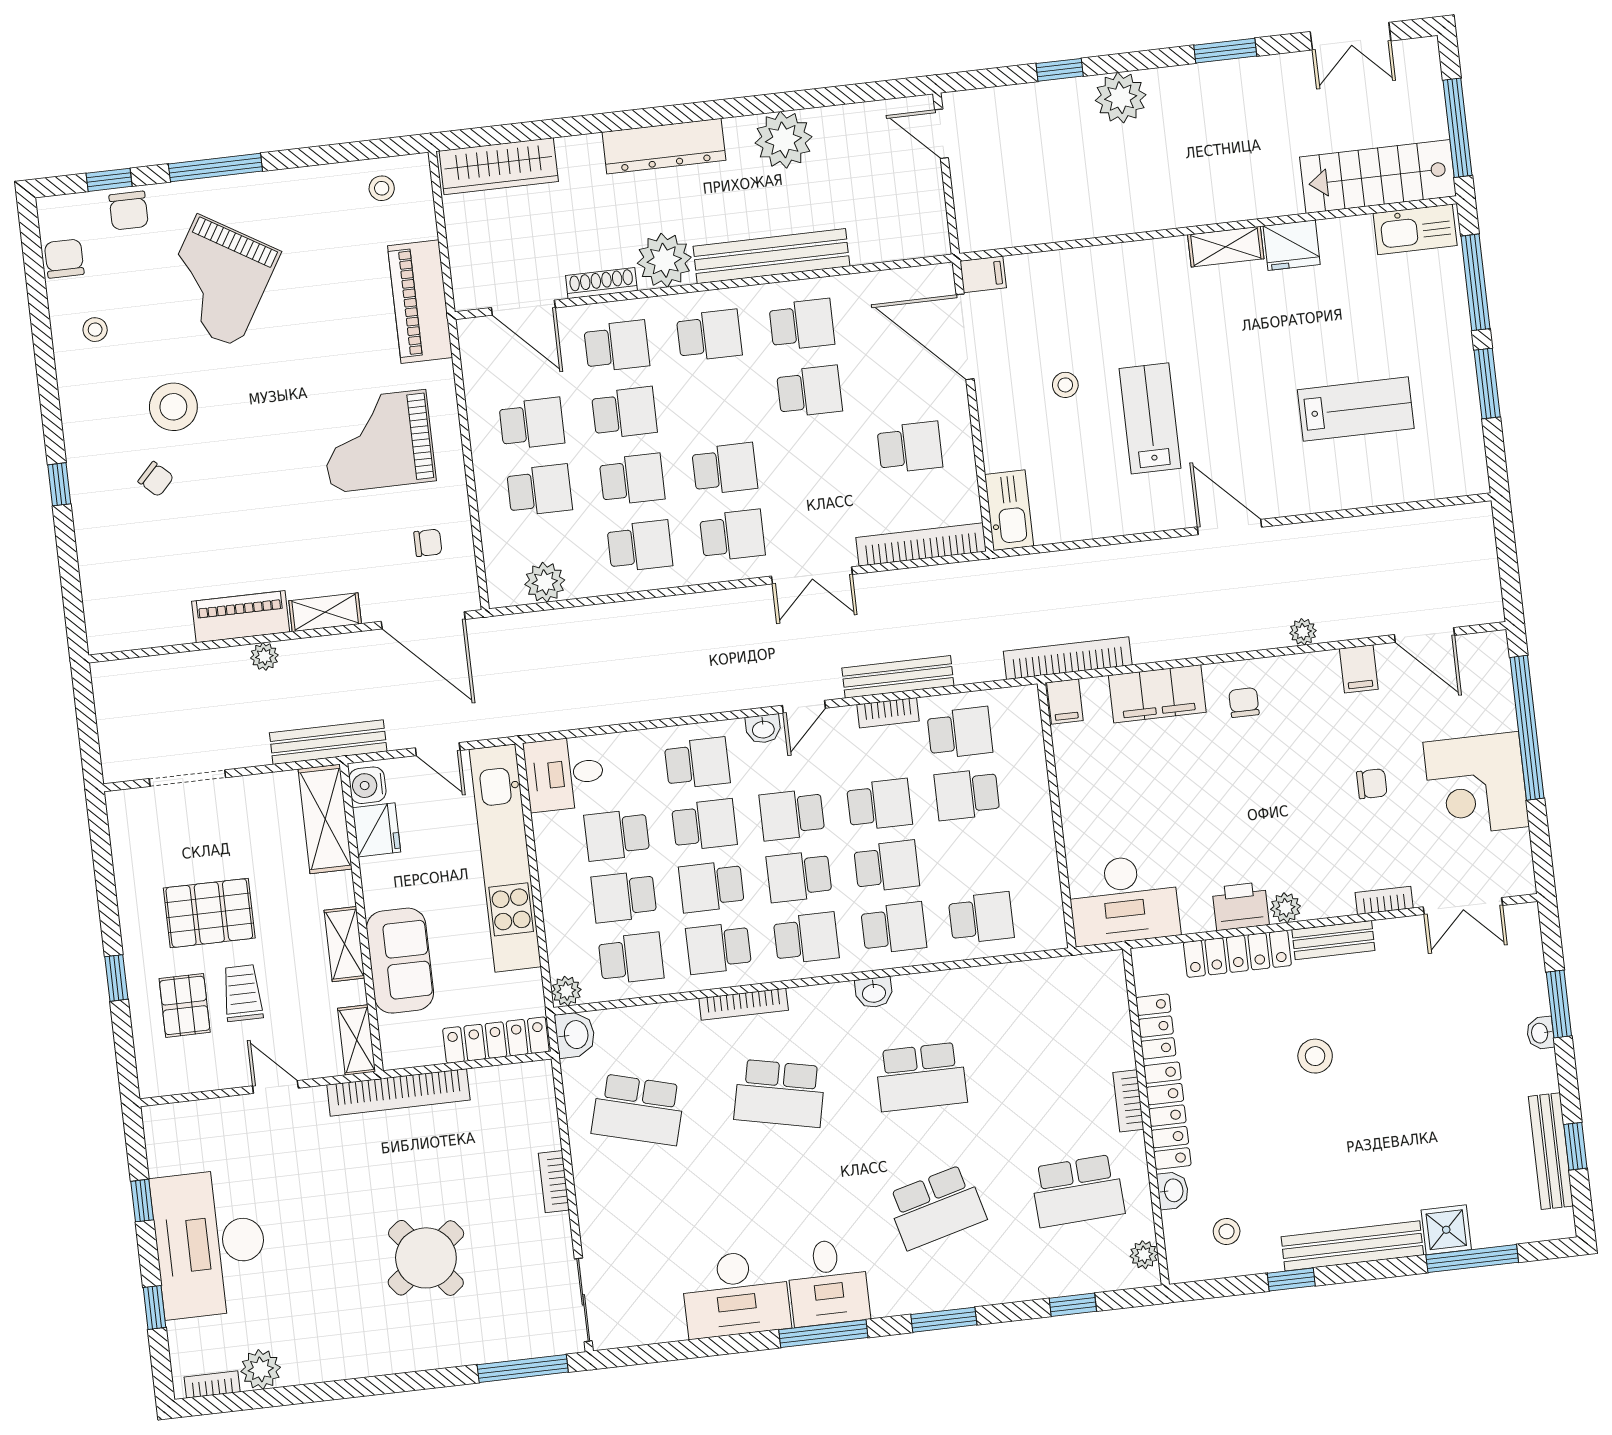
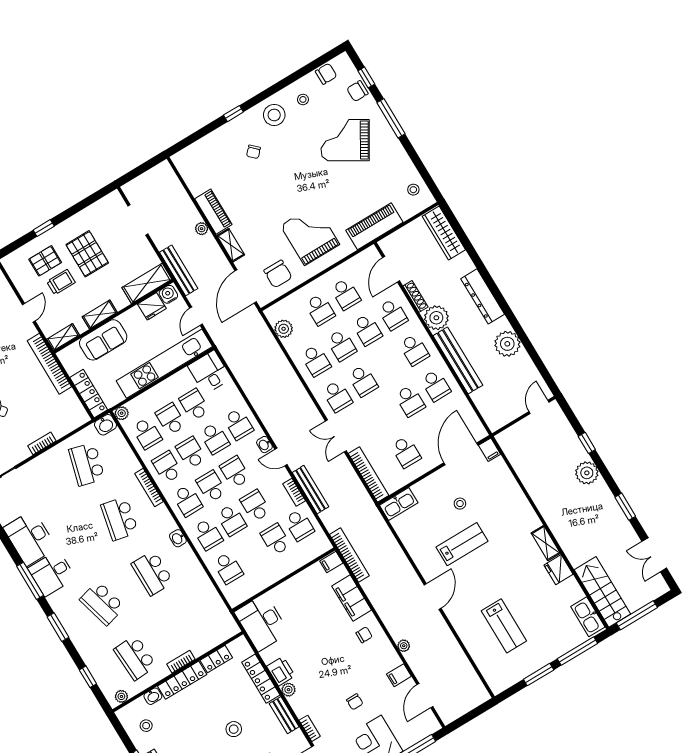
stool: (173, 407) -> (274, 115), moved
chair: (428, 543) -> (278, 274), width x1.87, depth x1.87
school desk: (879, 805) -> (255, 506), turned 180

